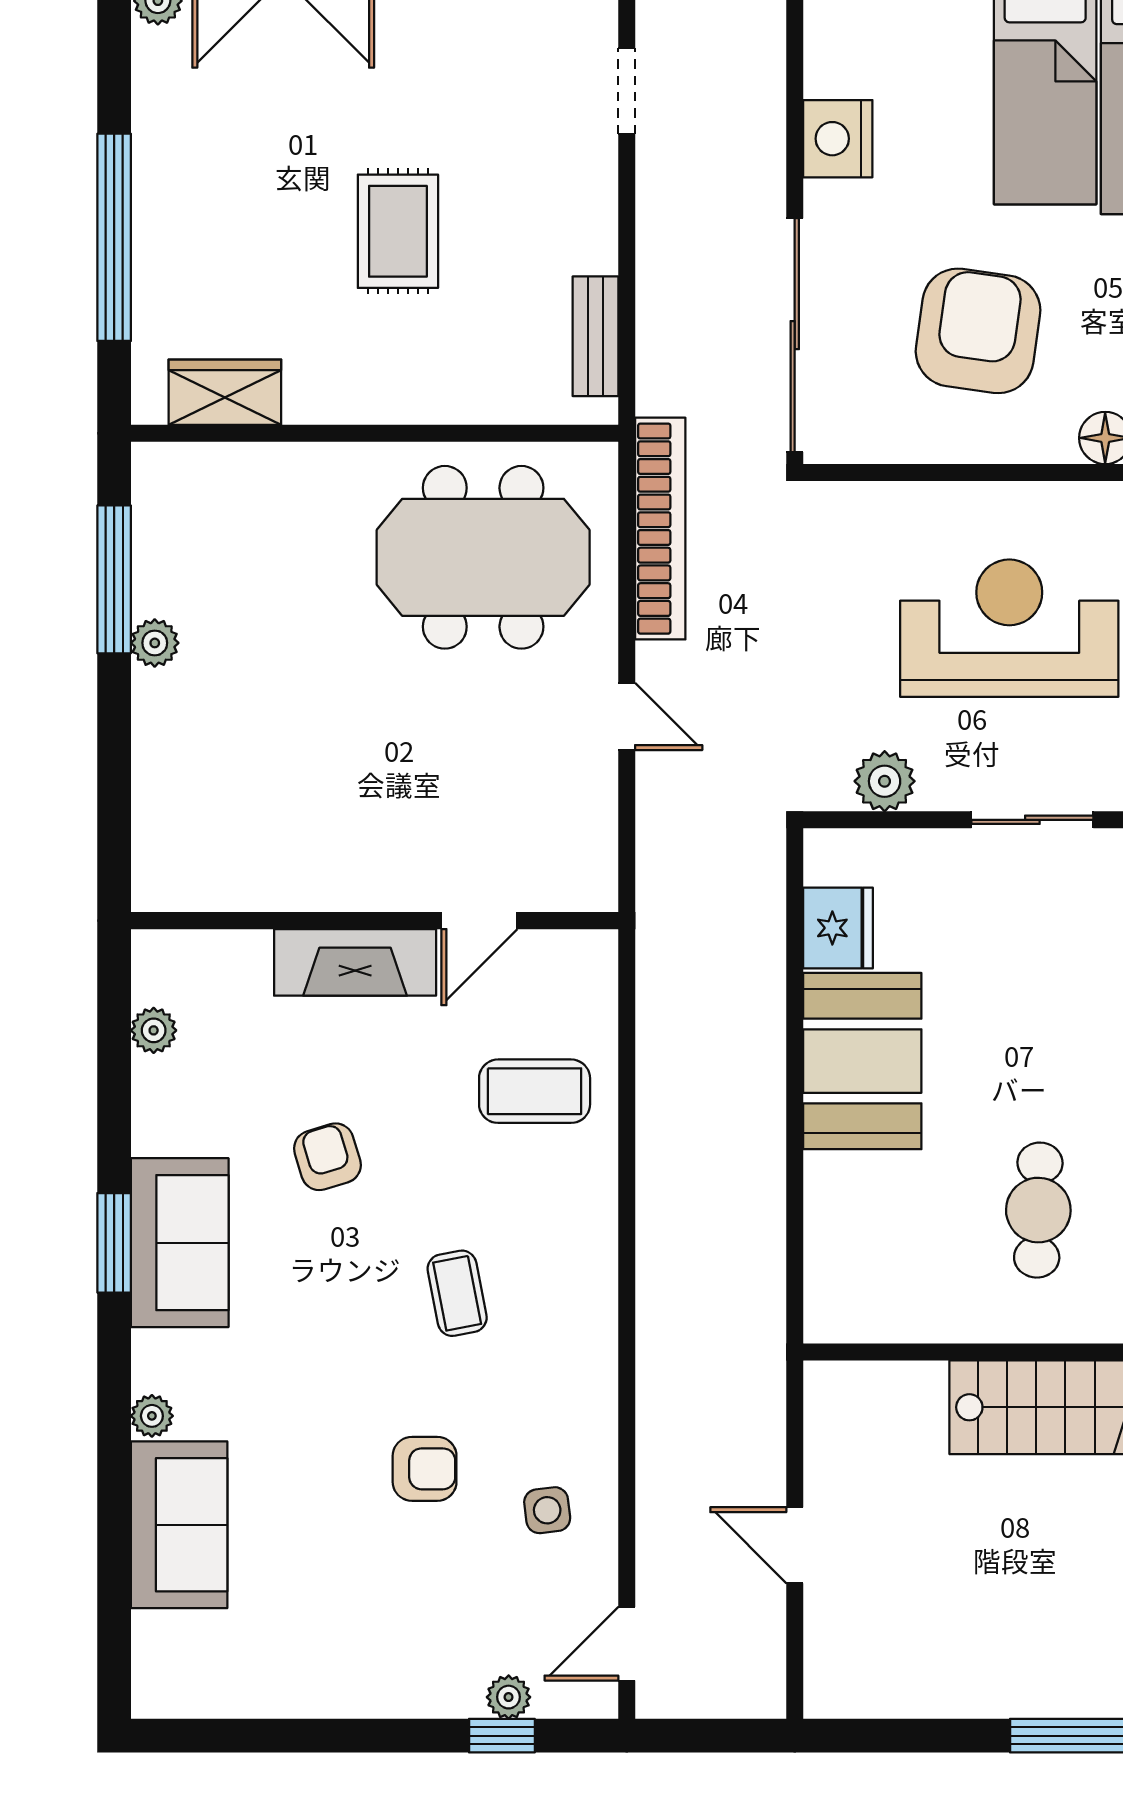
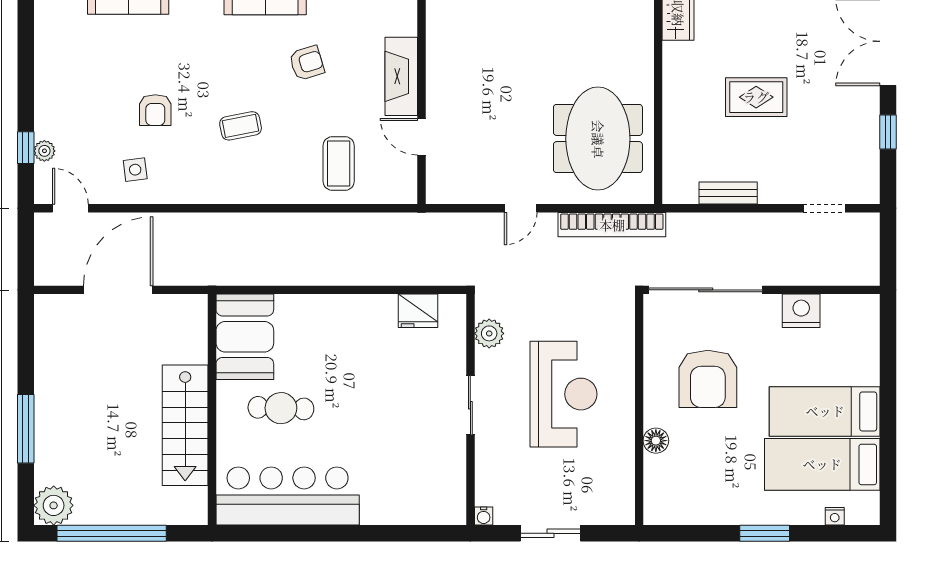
armchair: (978, 331) -> (708, 379), turned 82
bench: (595, 336) -> (728, 193), moved
booth: (862, 1061) -> (245, 337), moved, turned 90
door: (795, 1545) -> (118, 290), width x1.87

